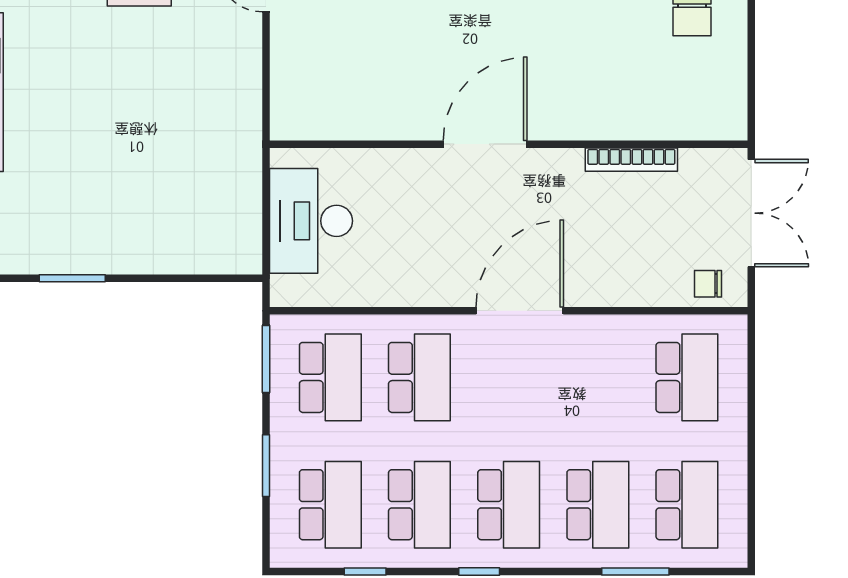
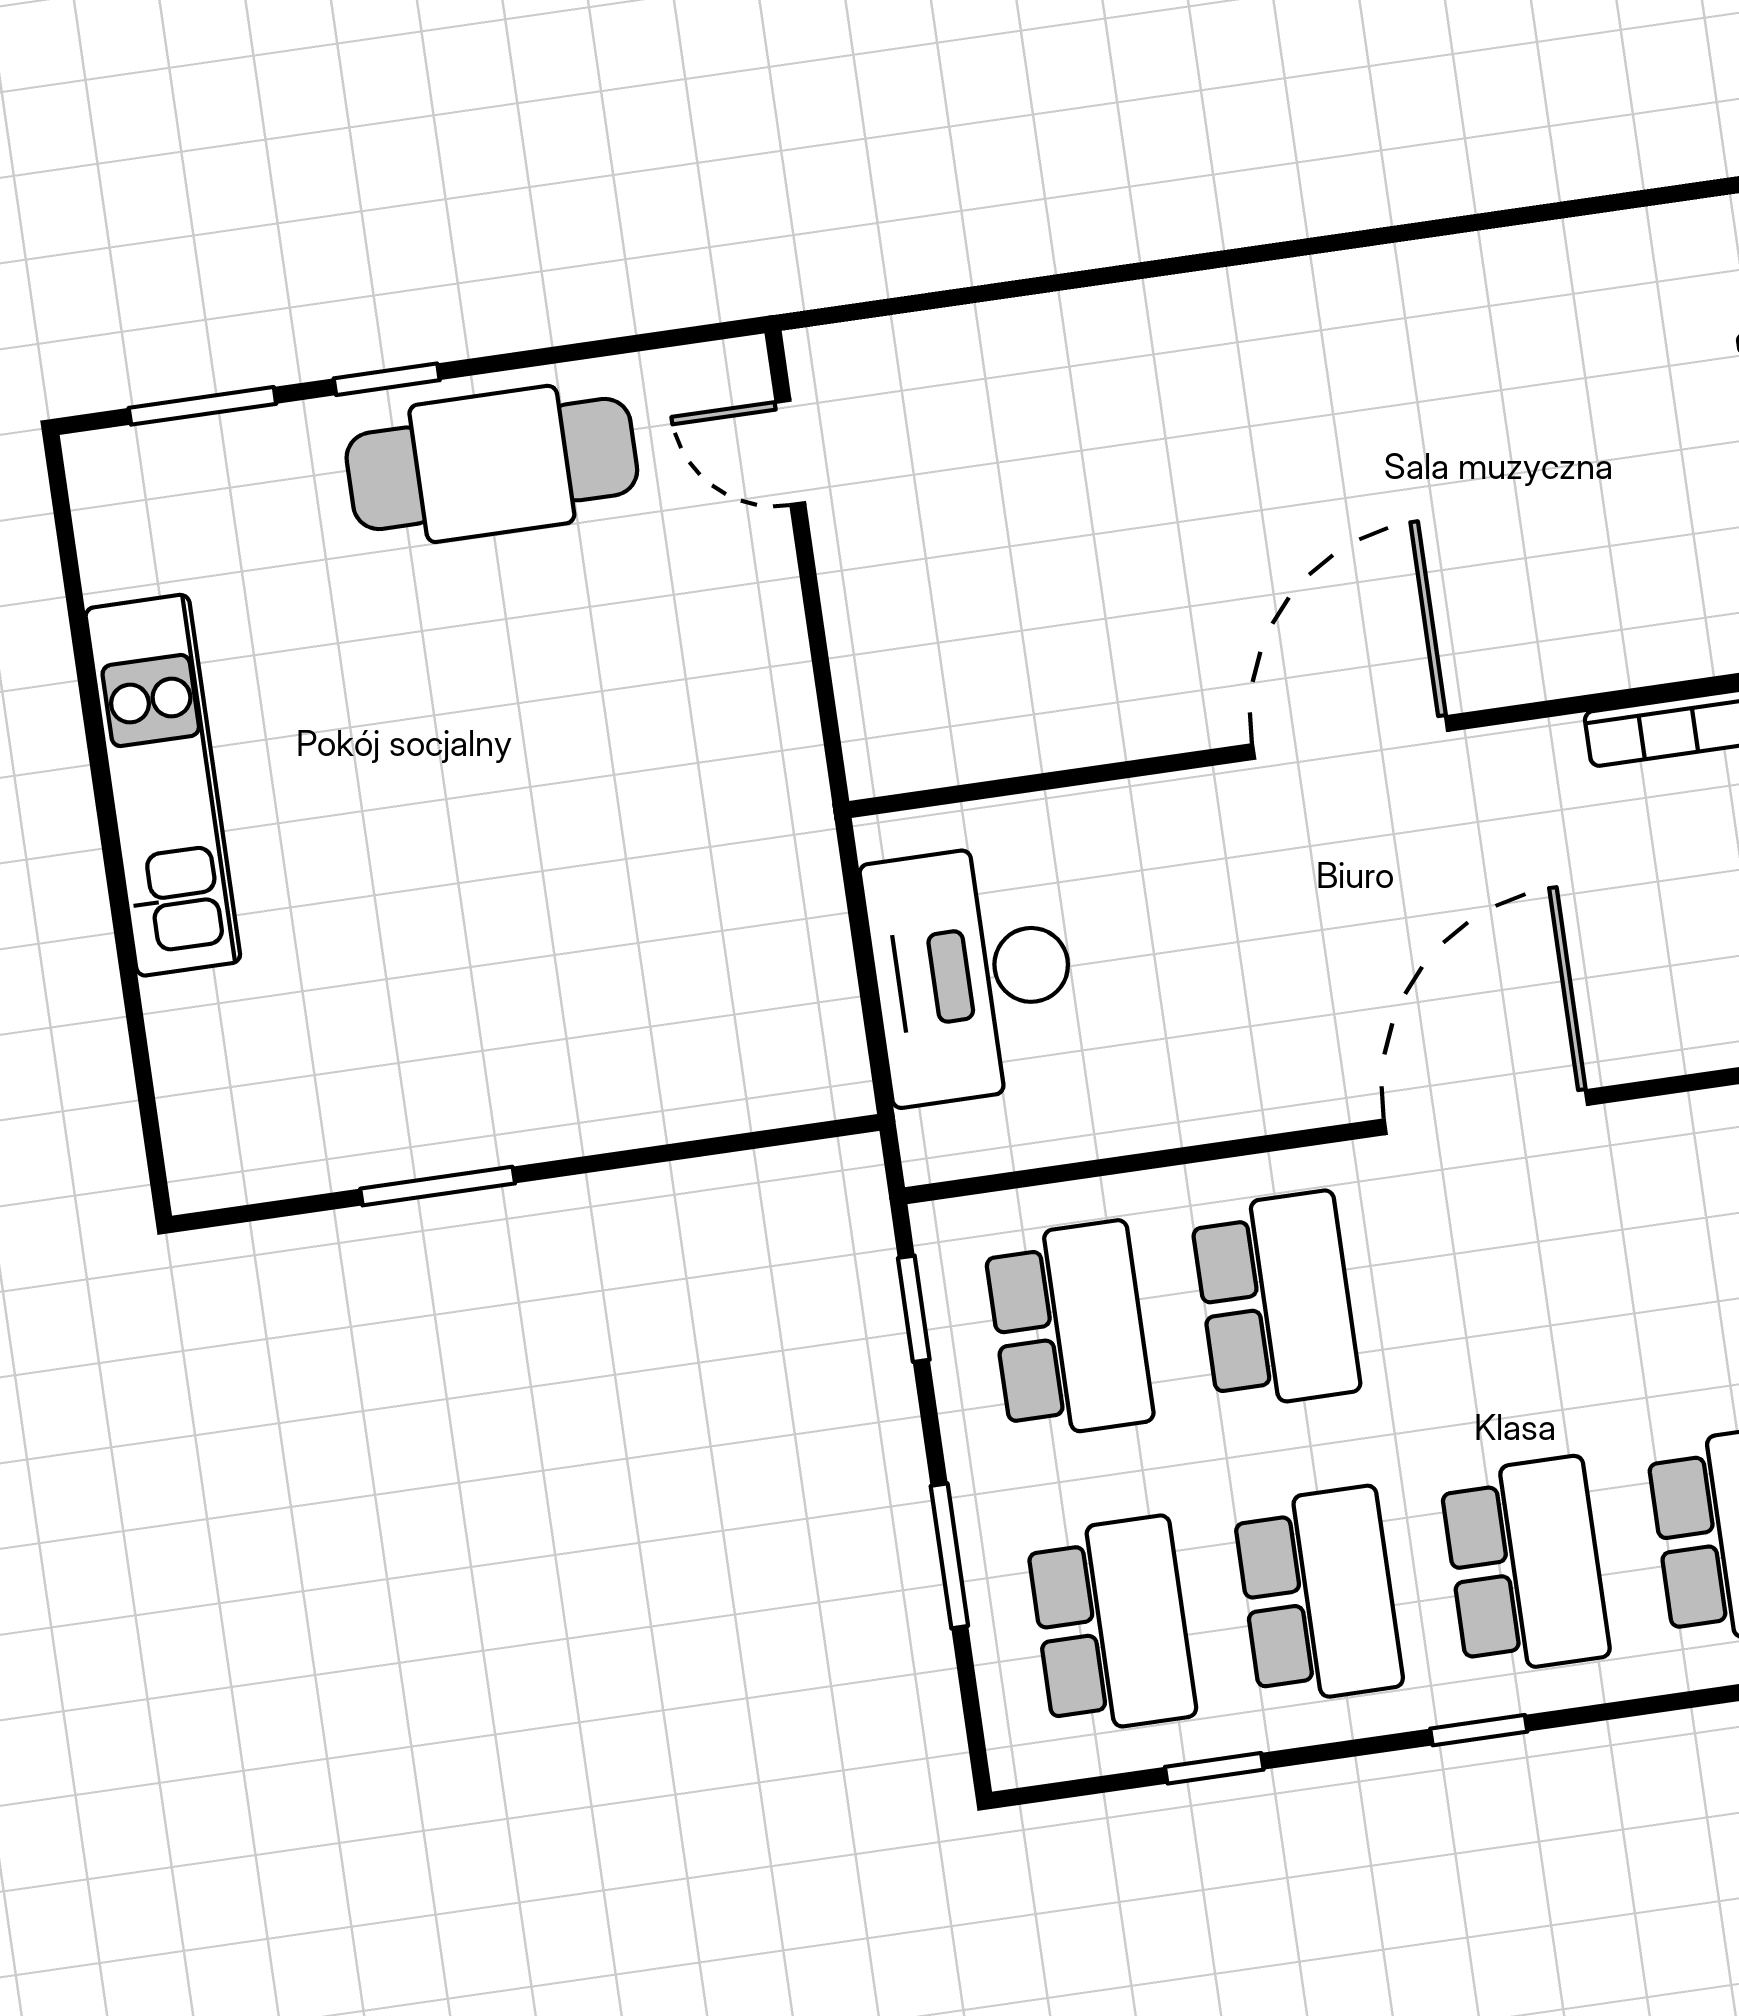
window: (266, 359) -> (914, 1309), width x0.67

